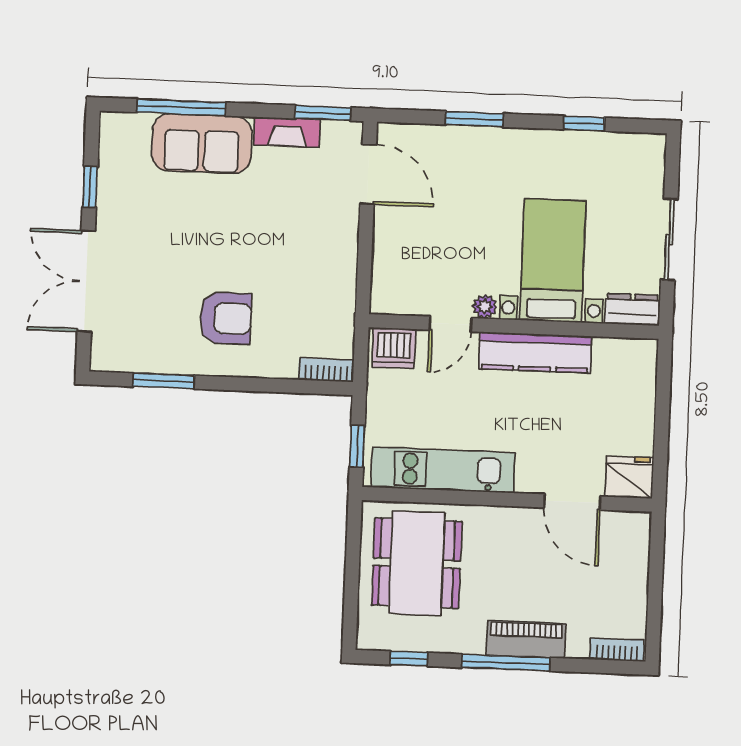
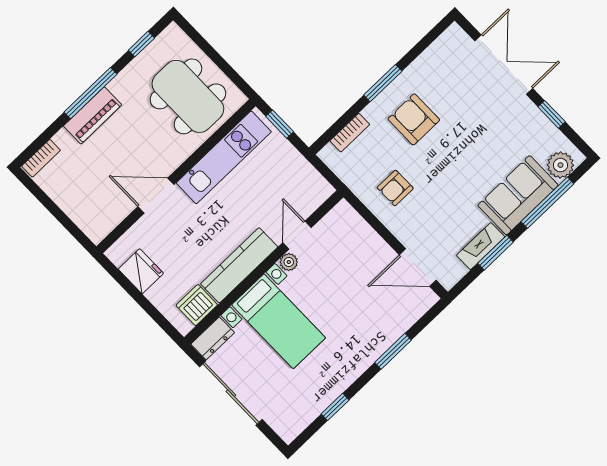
window: (323, 113) -> (496, 253), moved
plant: (132, 130) -> (560, 165), added
sliding door: (669, 240) -> (231, 393), width x1.37
armchair: (311, 272) -> (395, 188), added
armchair: (226, 318) -> (414, 119), turned 90
dishwasher: (394, 348) -> (197, 305), moved
bookcase: (326, 370) -> (350, 133), moved
window: (164, 381) -> (383, 83), moved
fridge: (629, 477) -> (141, 271), moved, turned -90
door: (572, 502) -> (156, 196), moved

